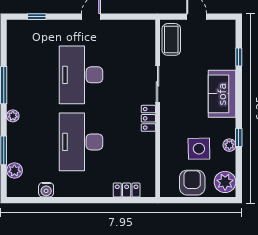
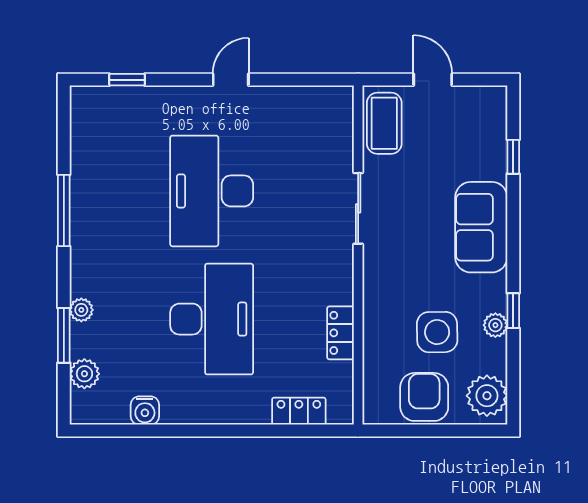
plant: (13, 116) -> (81, 310), moved
locker: (148, 118) -> (340, 333), moved
desk: (81, 142) -> (212, 319), turned 180

